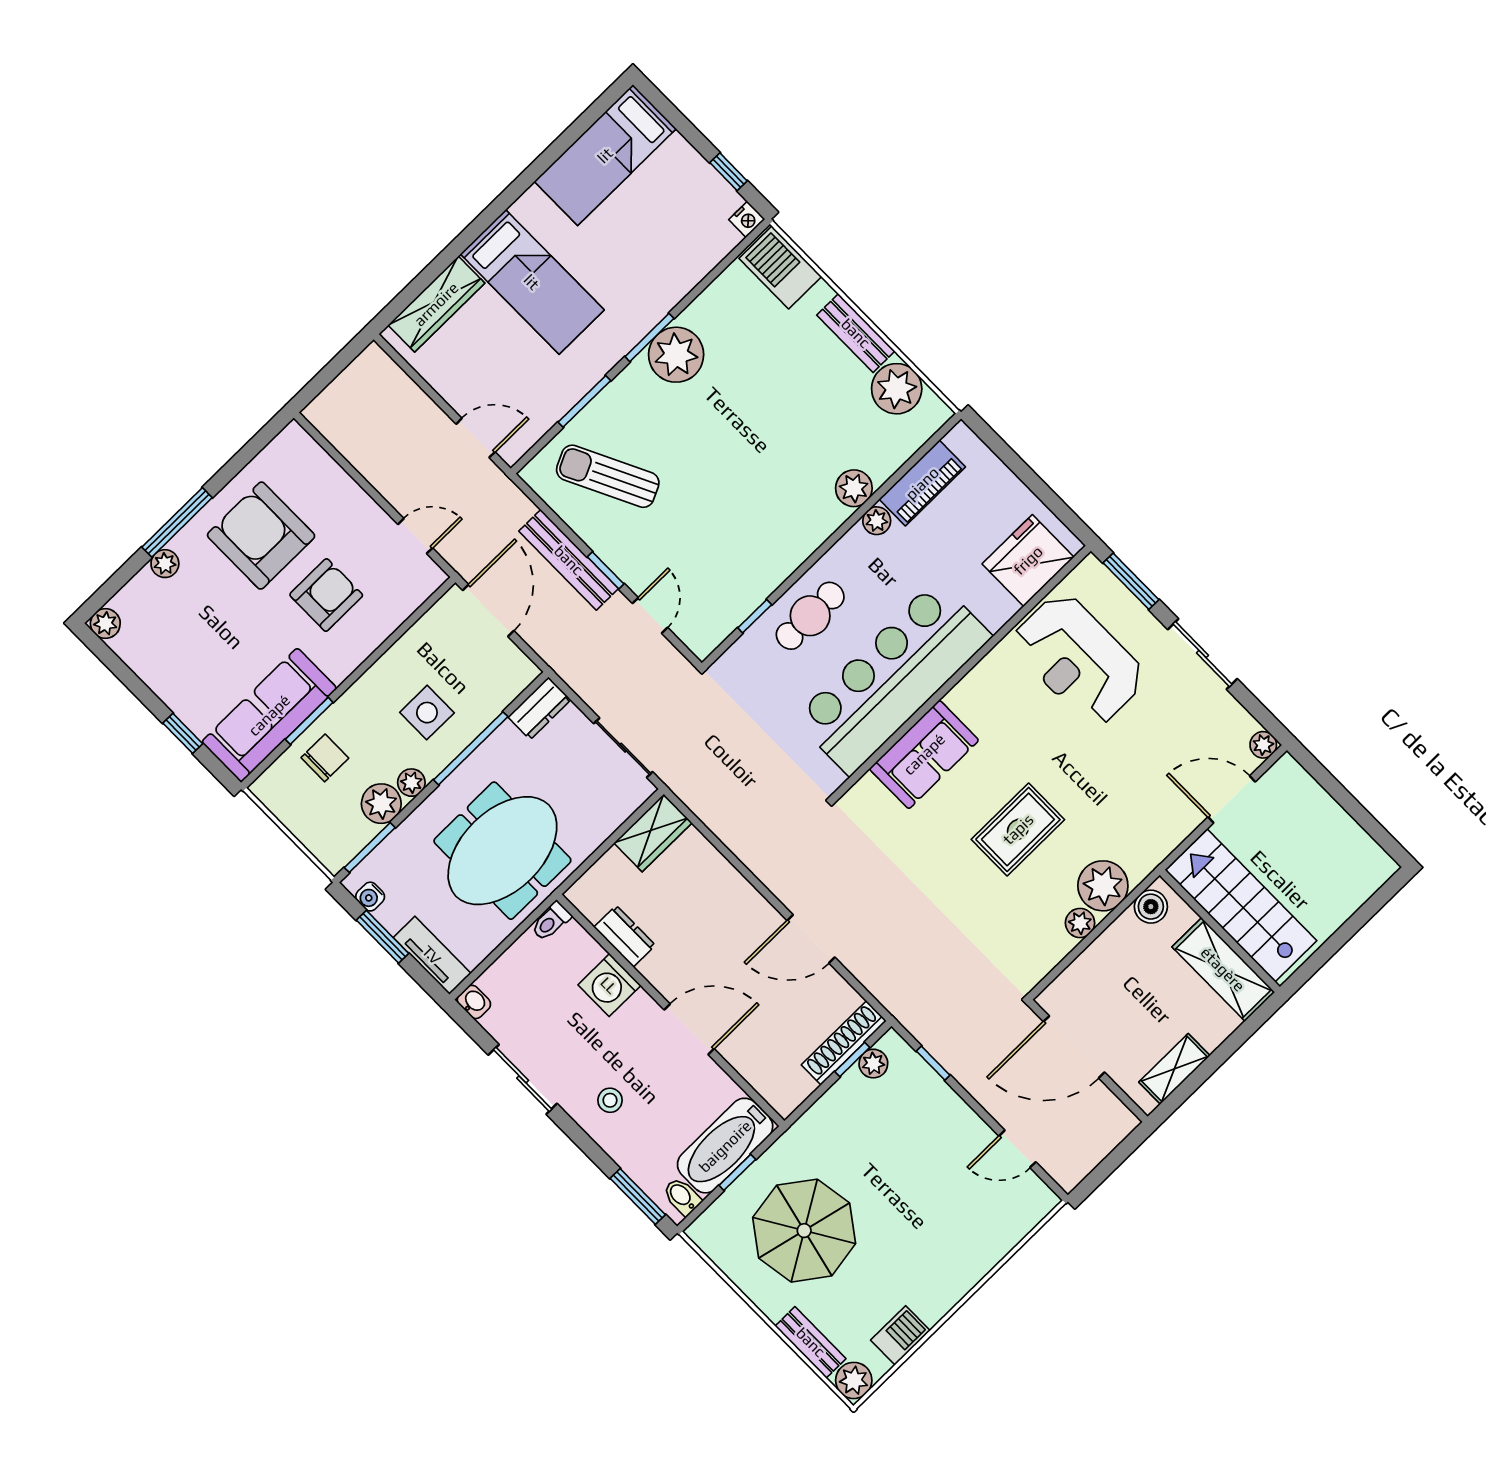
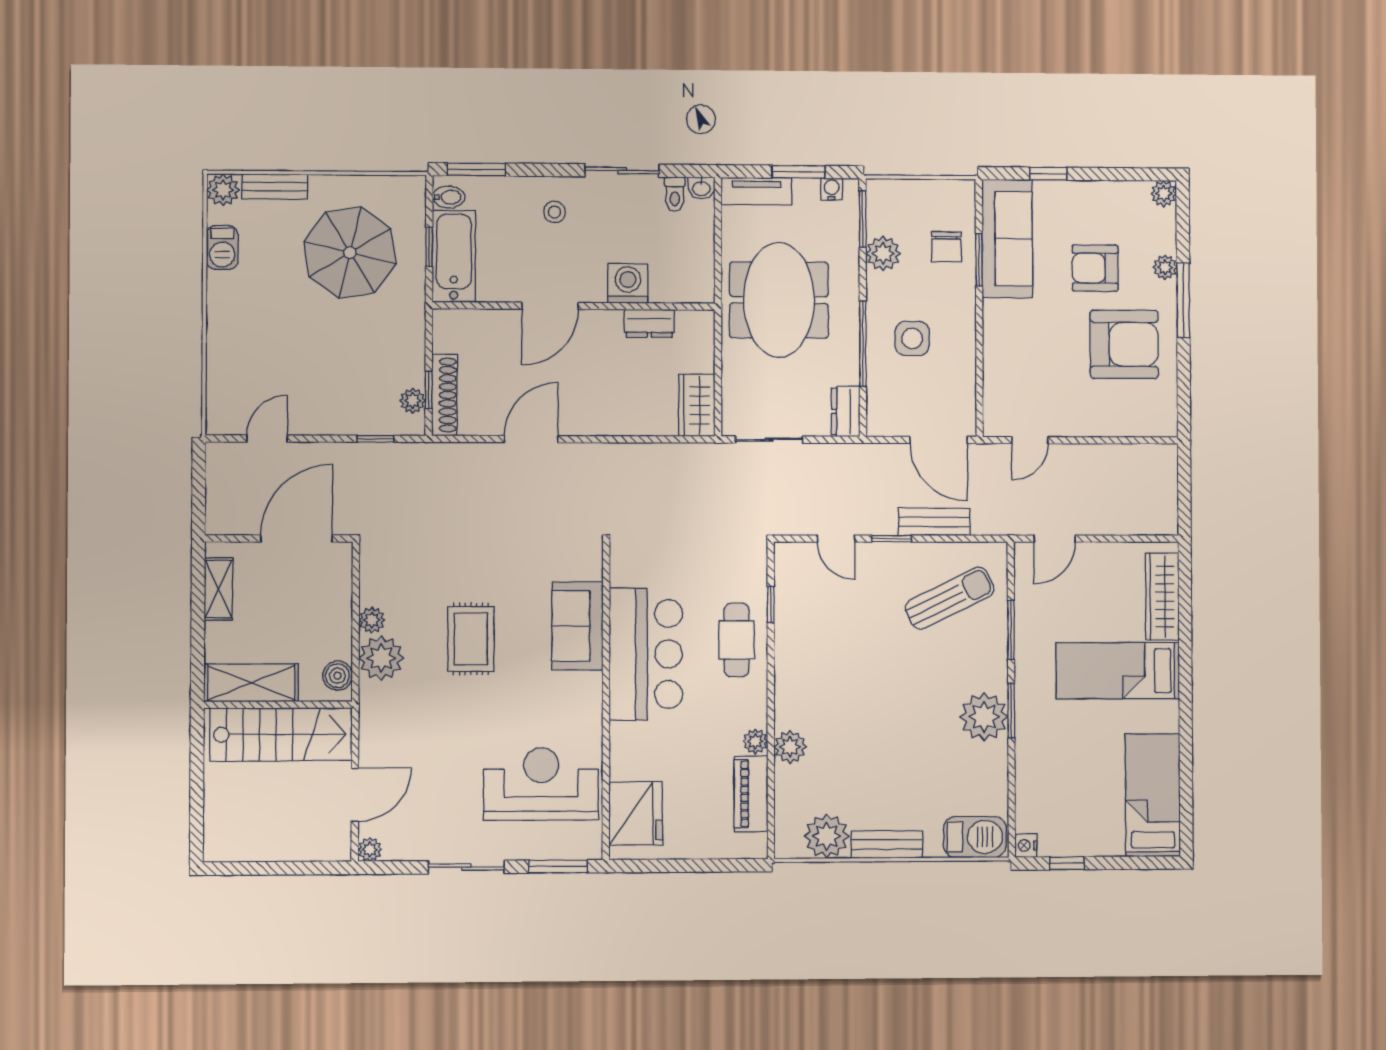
bench: (569, 560) -> (934, 522), width x0.73
armchair: (326, 595) -> (1095, 268), moved, turned 90
bar counter: (893, 678) -> (646, 654), width x0.73
plant: (411, 783) -> (878, 285), removed
toilet: (551, 921) -> (675, 194), moved, turned 180

